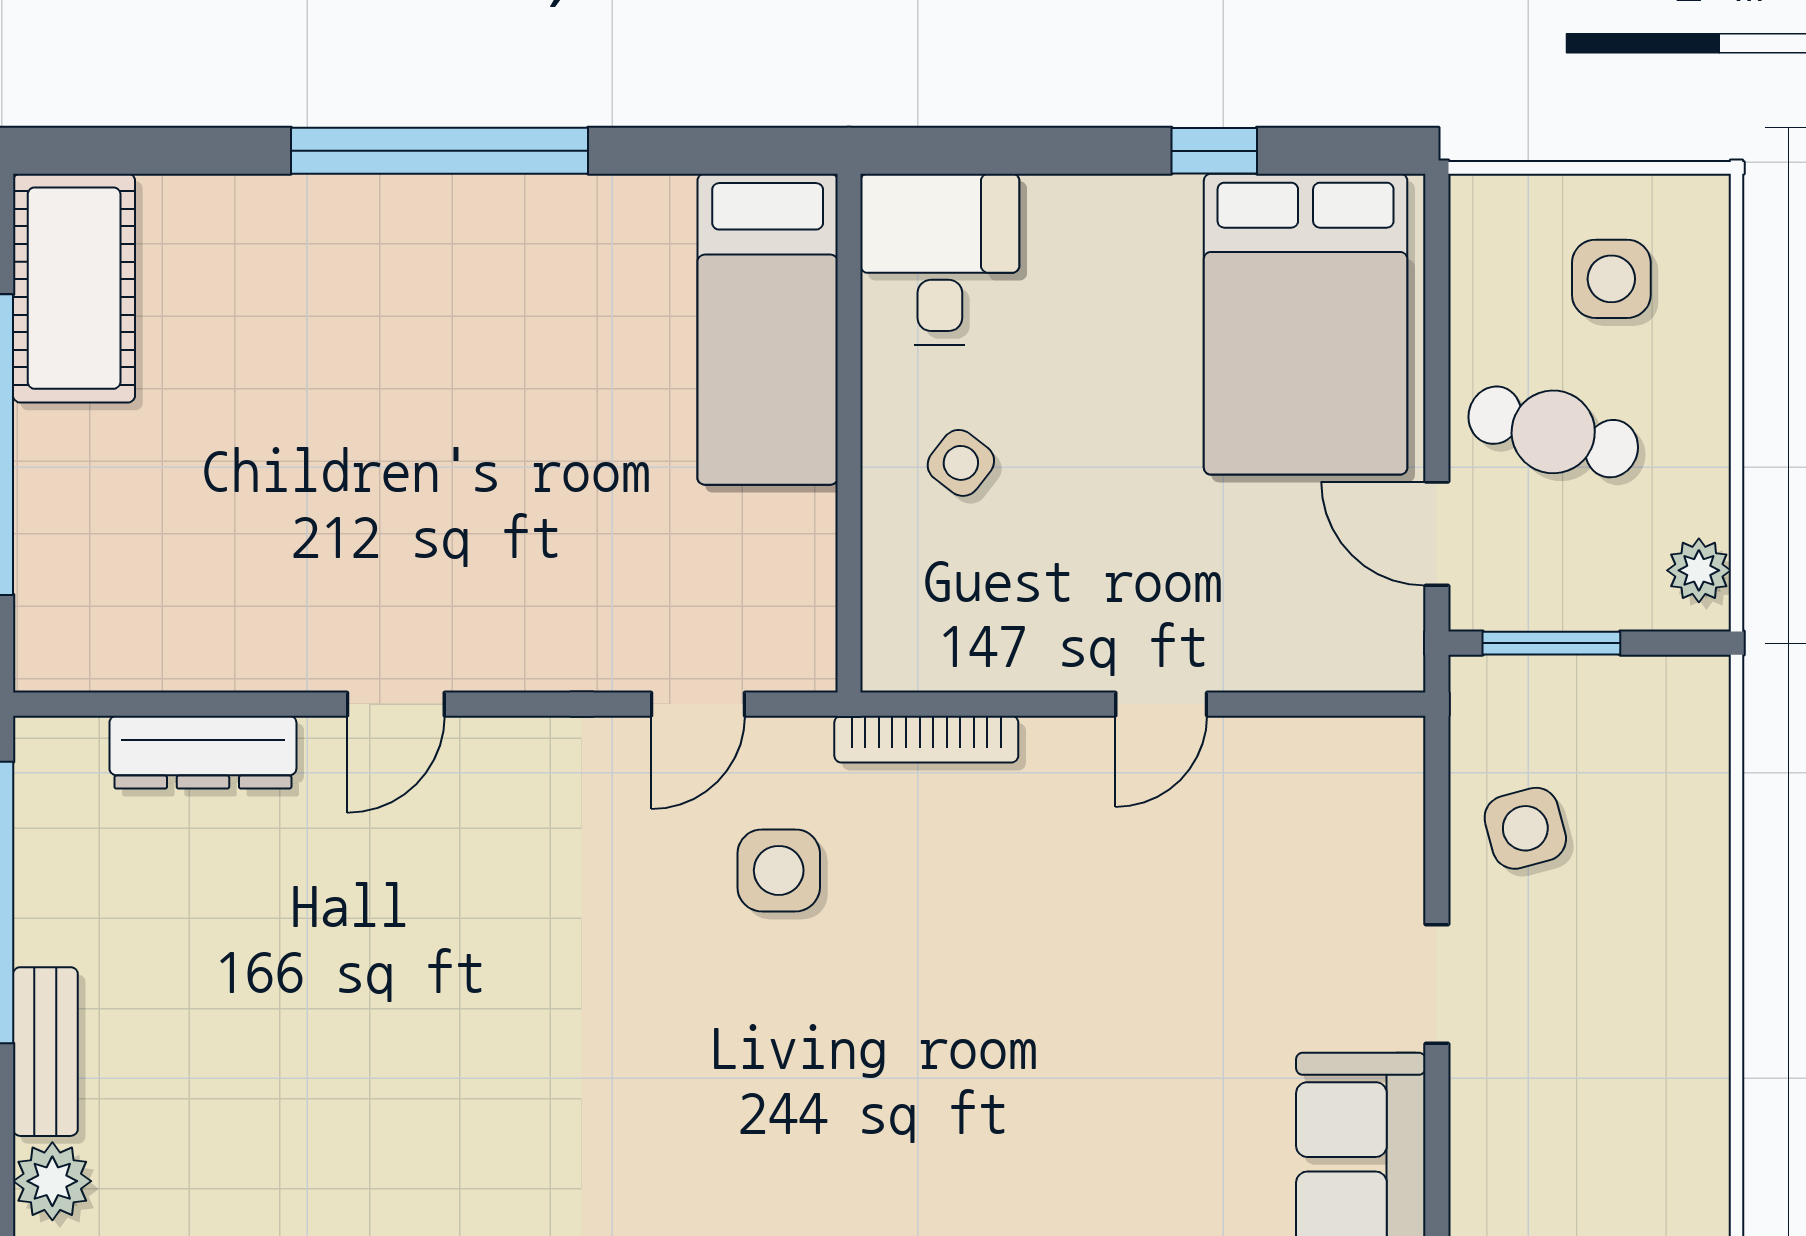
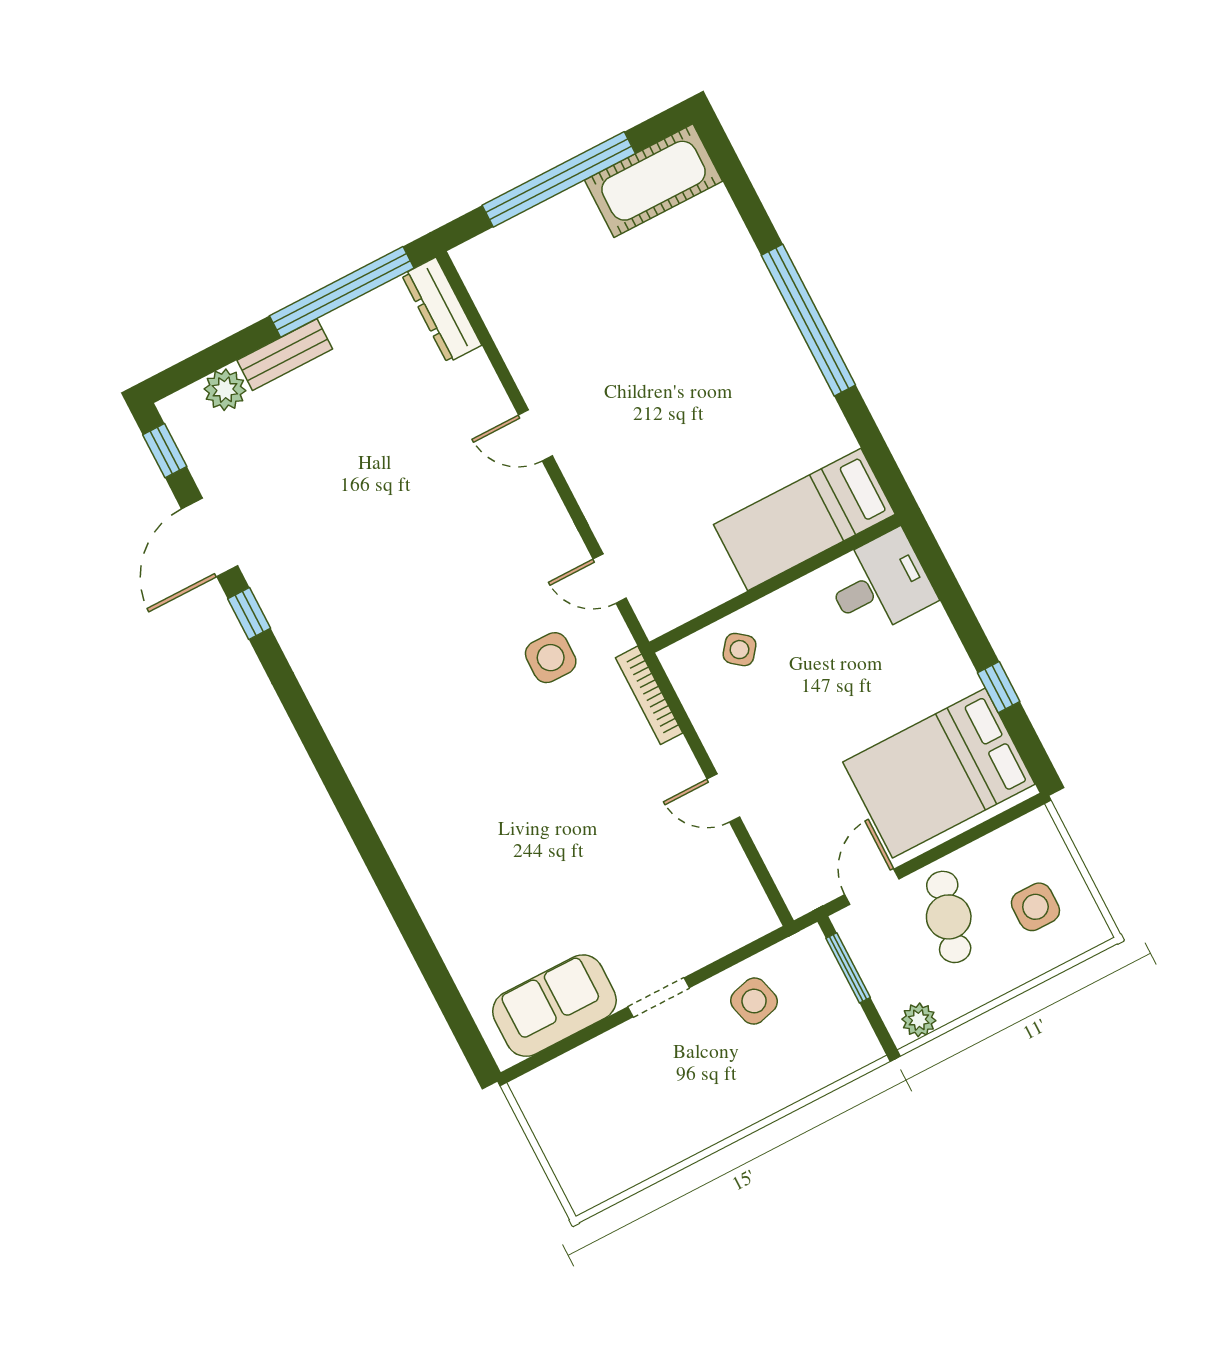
side table: (961, 463) -> (739, 650), moved
dresser: (203, 752) -> (442, 310), moved

